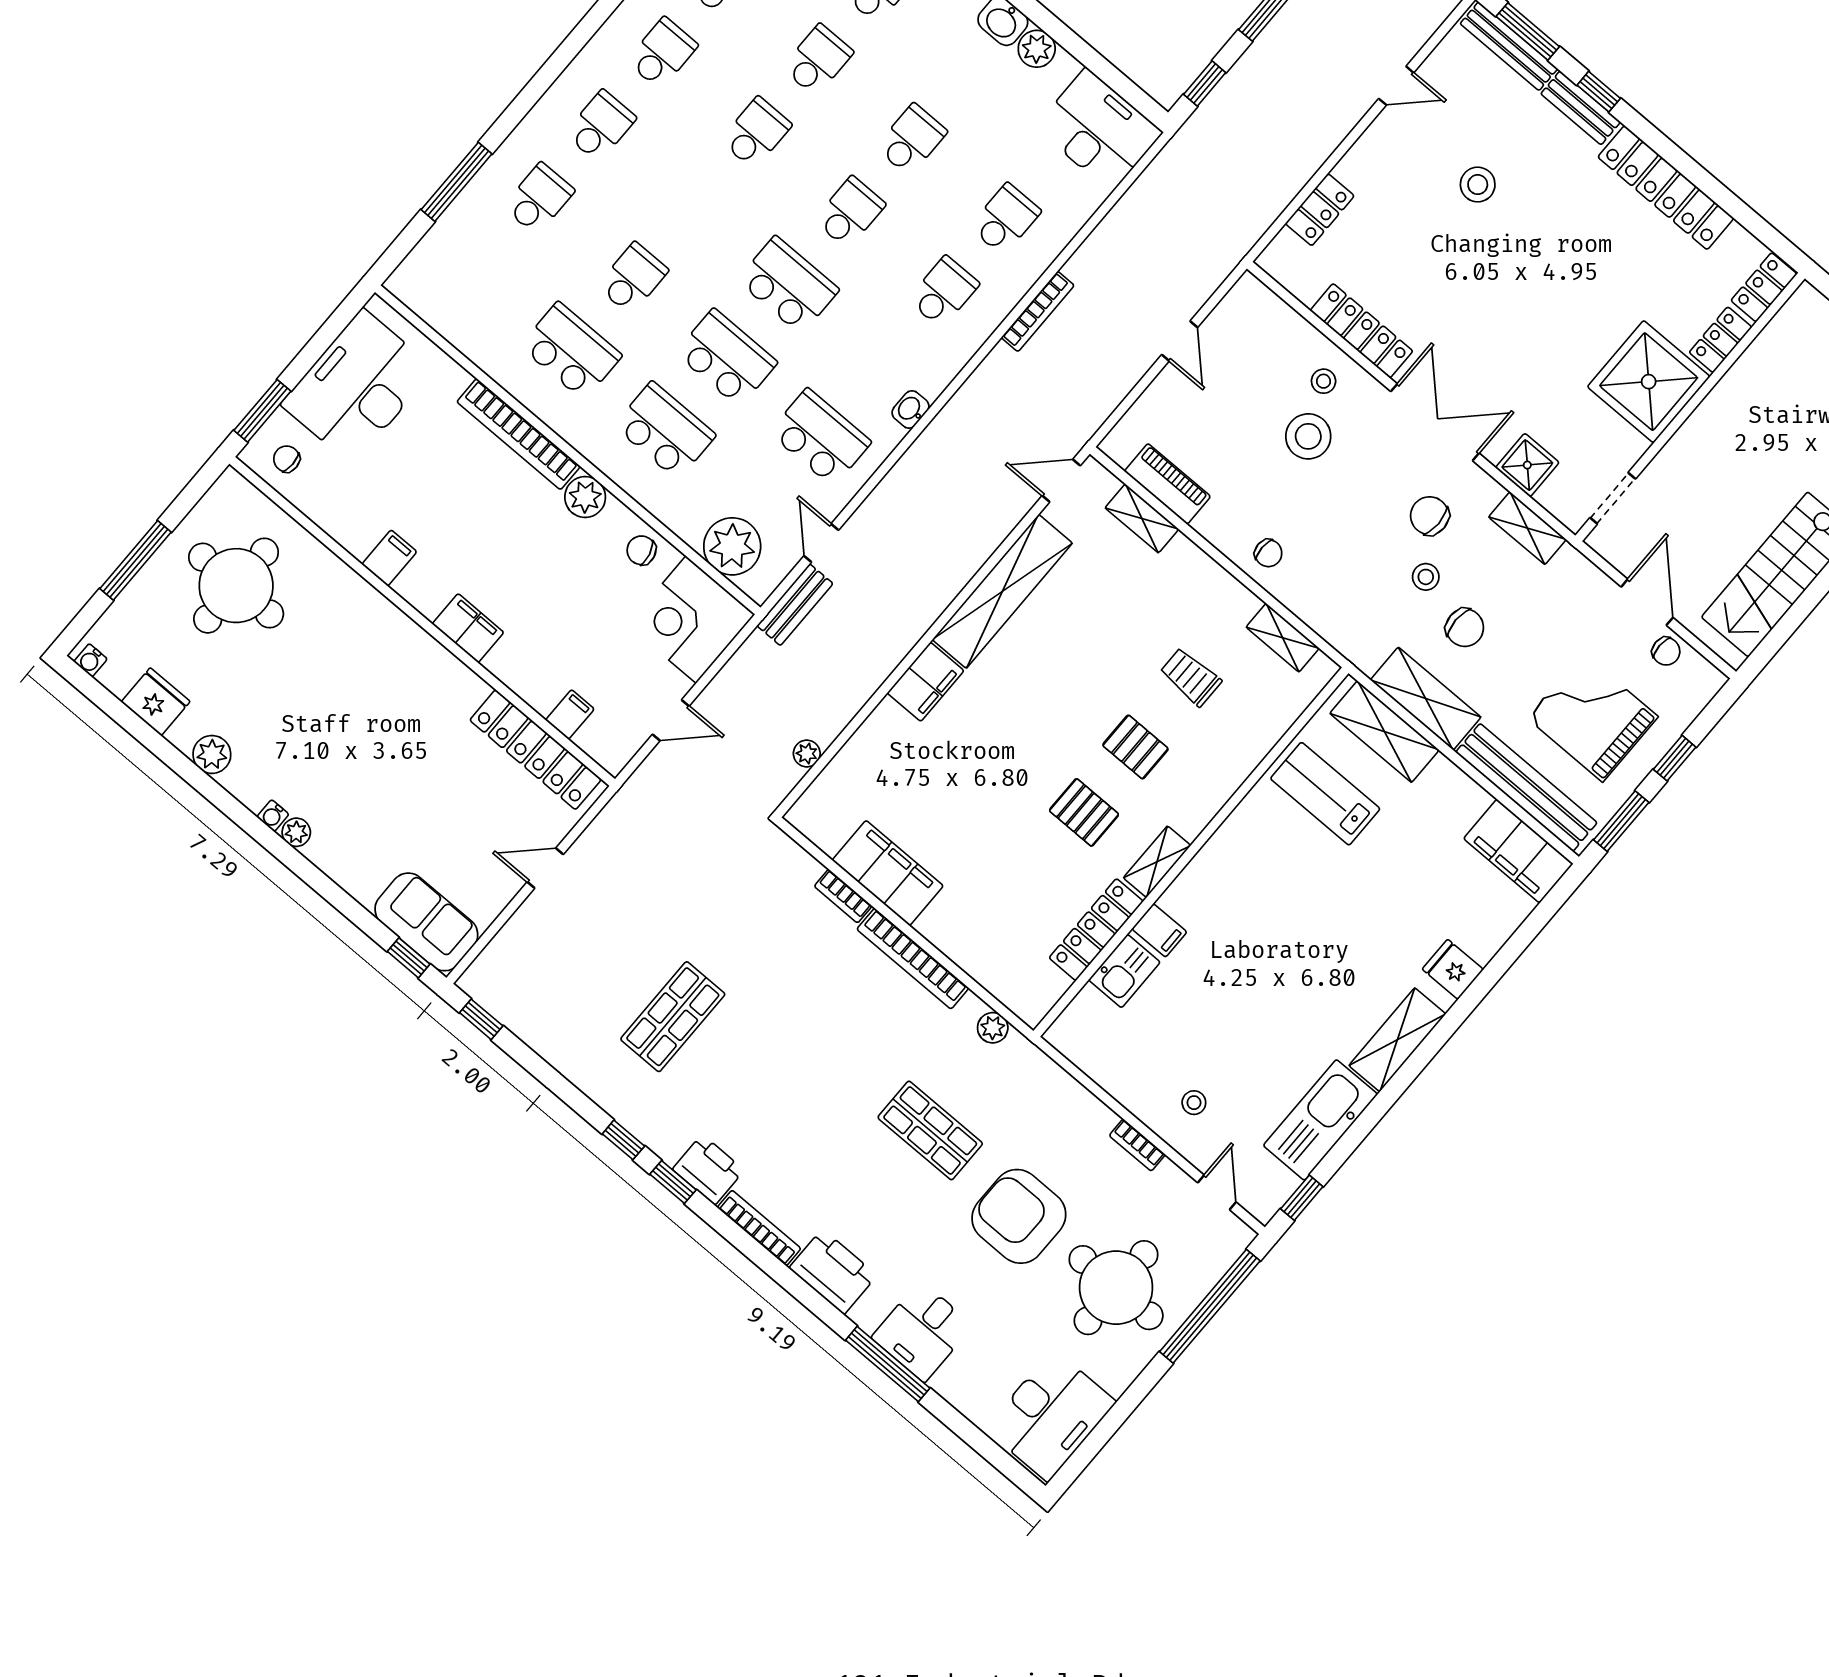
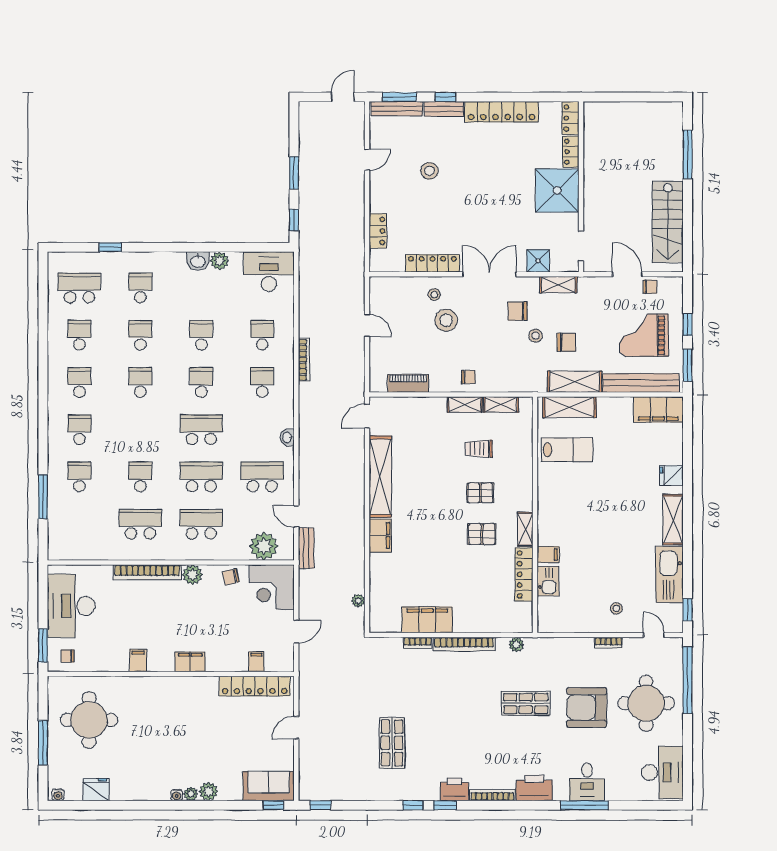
shelving: (1142, 518) -> (465, 405), moved
plant: (212, 754) -> (209, 791), moved
lab bench: (1325, 794) -> (567, 450), turned 180

